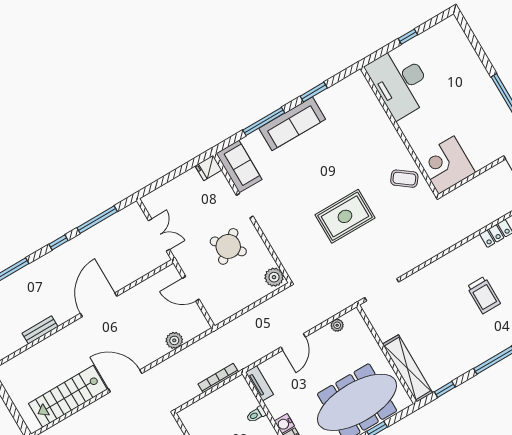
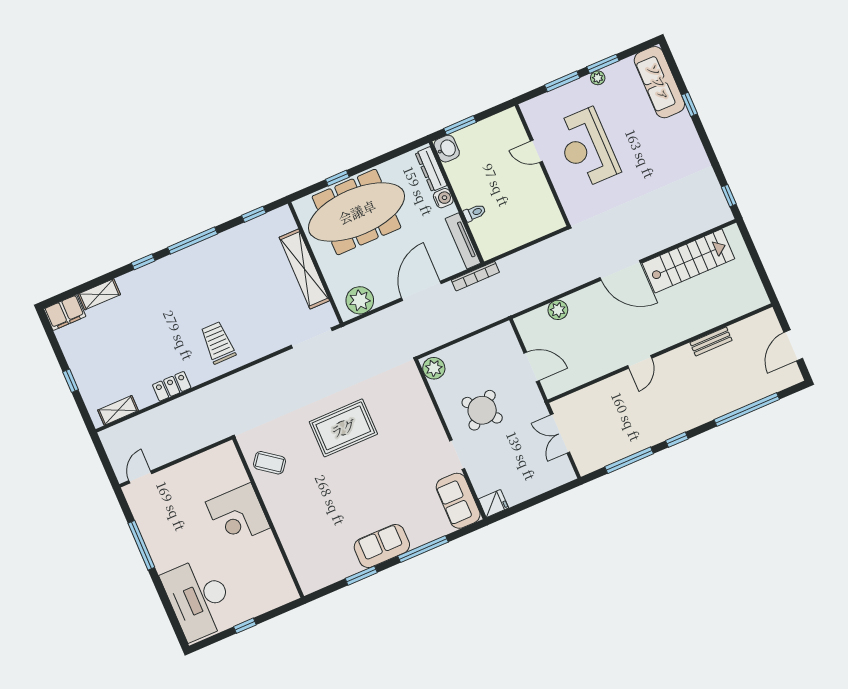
desk: (400, 82) -> (199, 599), moved, turned 180
sofa: (292, 124) -> (382, 546), width x0.73
corner desk: (446, 165) -> (238, 515), moved, turned 90
trolley: (484, 295) -> (218, 343), moved
door: (99, 305) -> (640, 362), width x0.53
plant: (337, 325) -> (360, 300), width x1.88, depth x1.88
door: (293, 342) -> (421, 291), width x1.36
shelving: (407, 368) -> (304, 269), moved
bookcase: (218, 378) -> (475, 276), moved
tv unit: (259, 383) -> (463, 241), width x1.41

